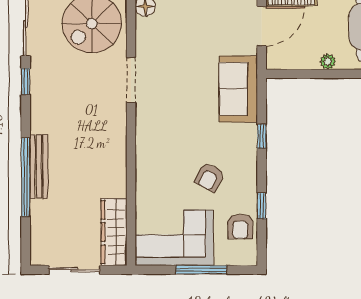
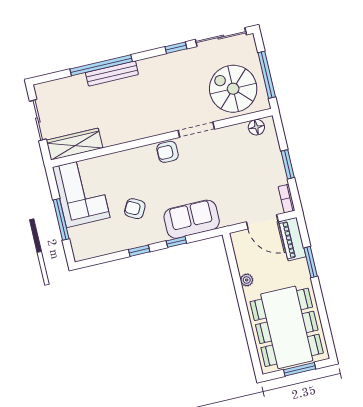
sofa: (238, 89) -> (192, 219), moved
window: (262, 206) -> (139, 251), moved
armchair: (240, 226) -> (168, 152), moved

